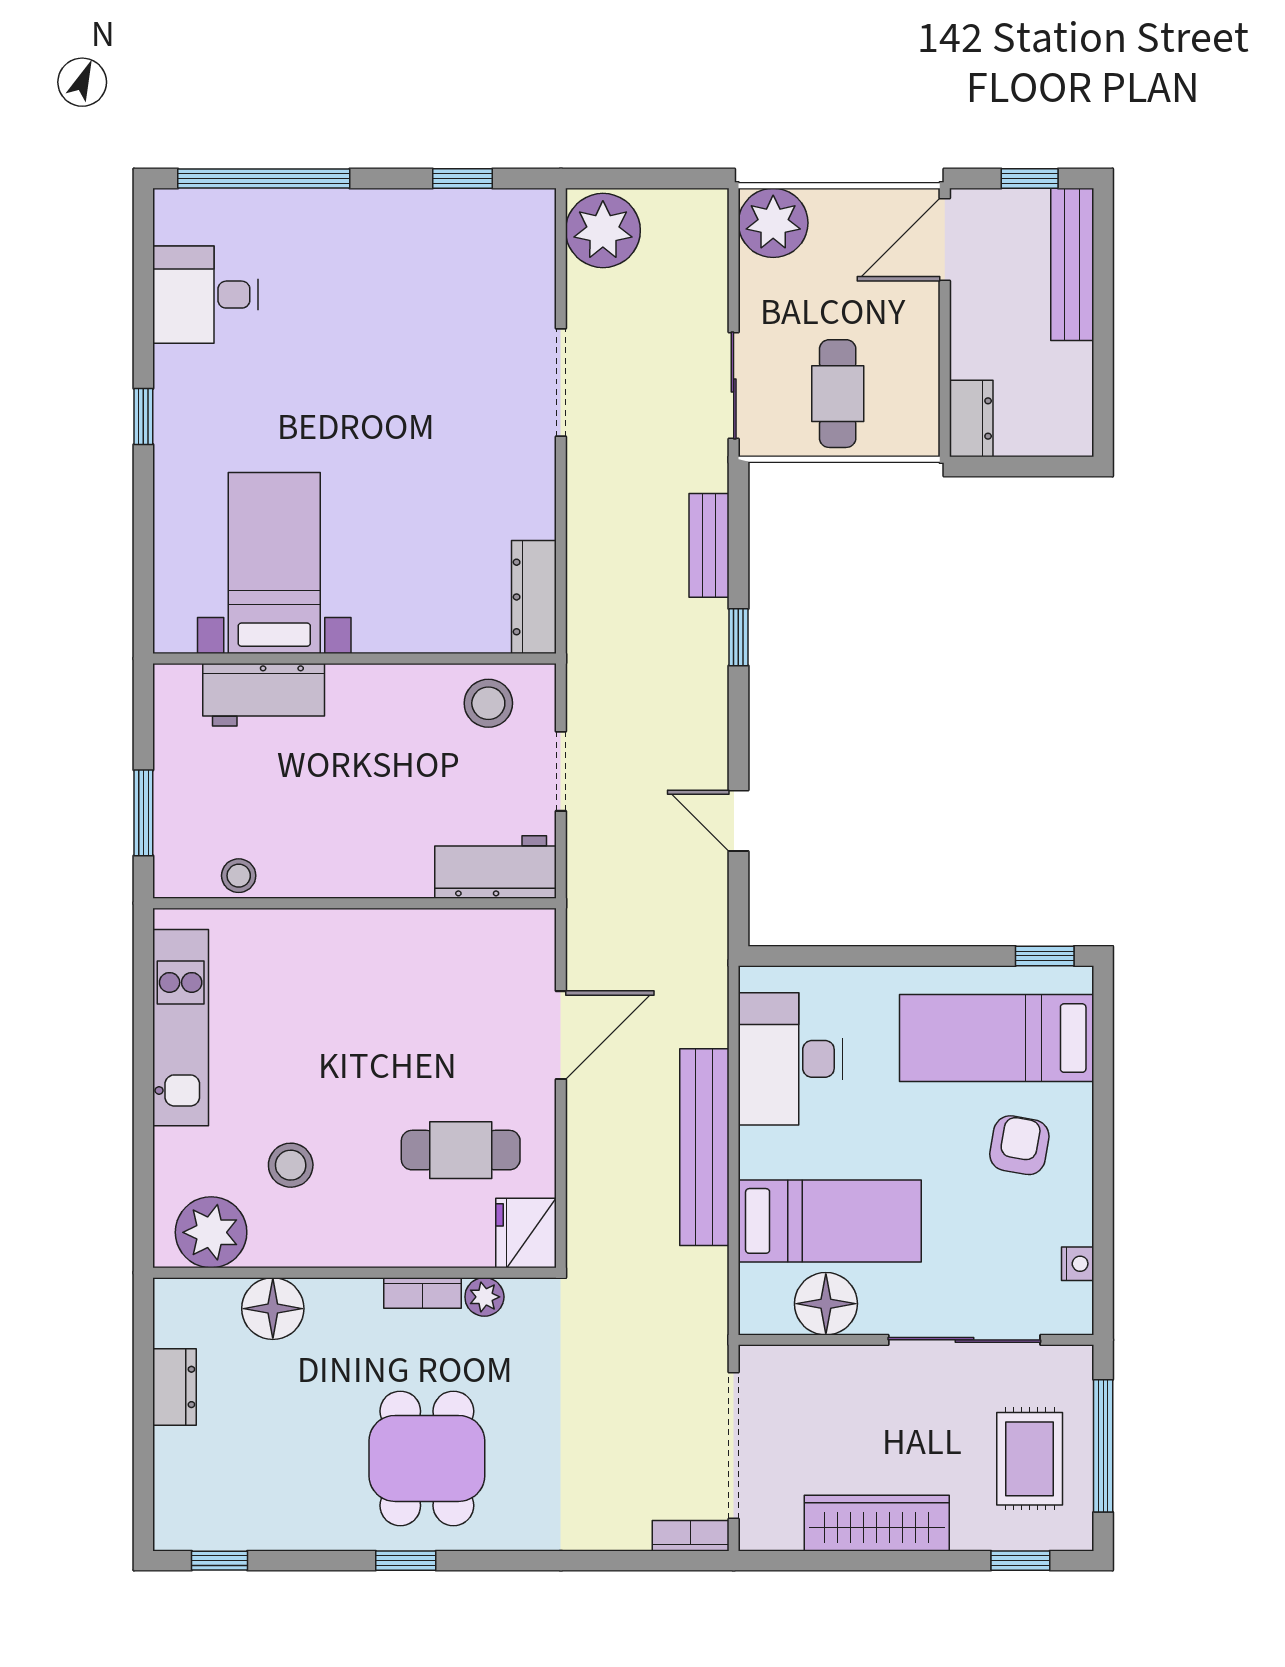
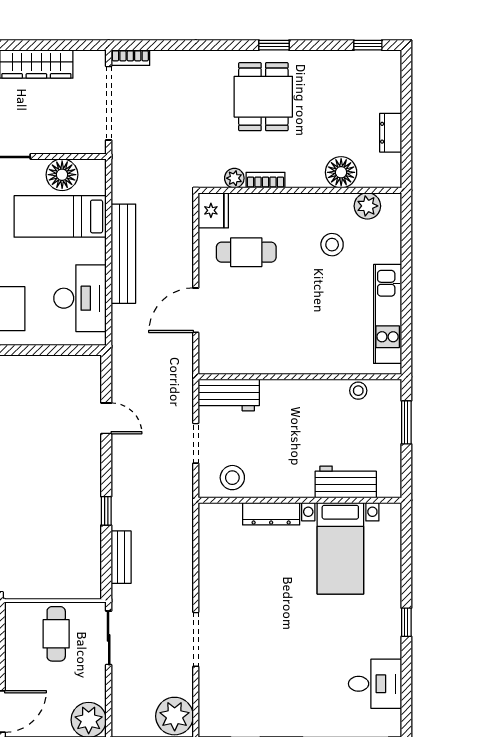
dresser: (534, 597) -> (271, 514), moved, turned 90
plant: (211, 1232) -> (367, 206), width x0.73, depth x0.73

